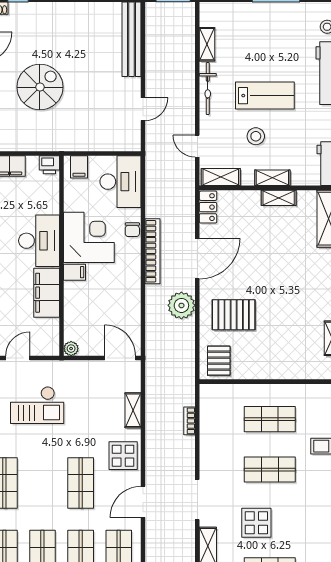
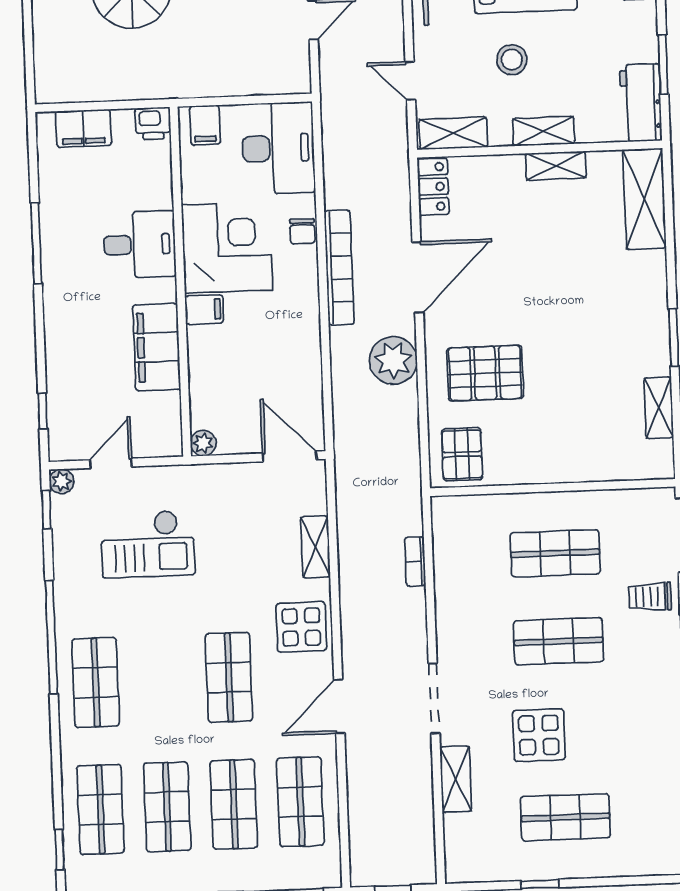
desk: (39, 241) -> (140, 245), width x0.73

